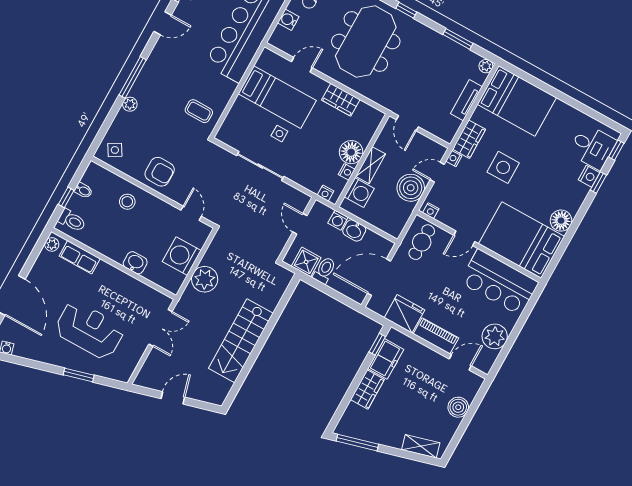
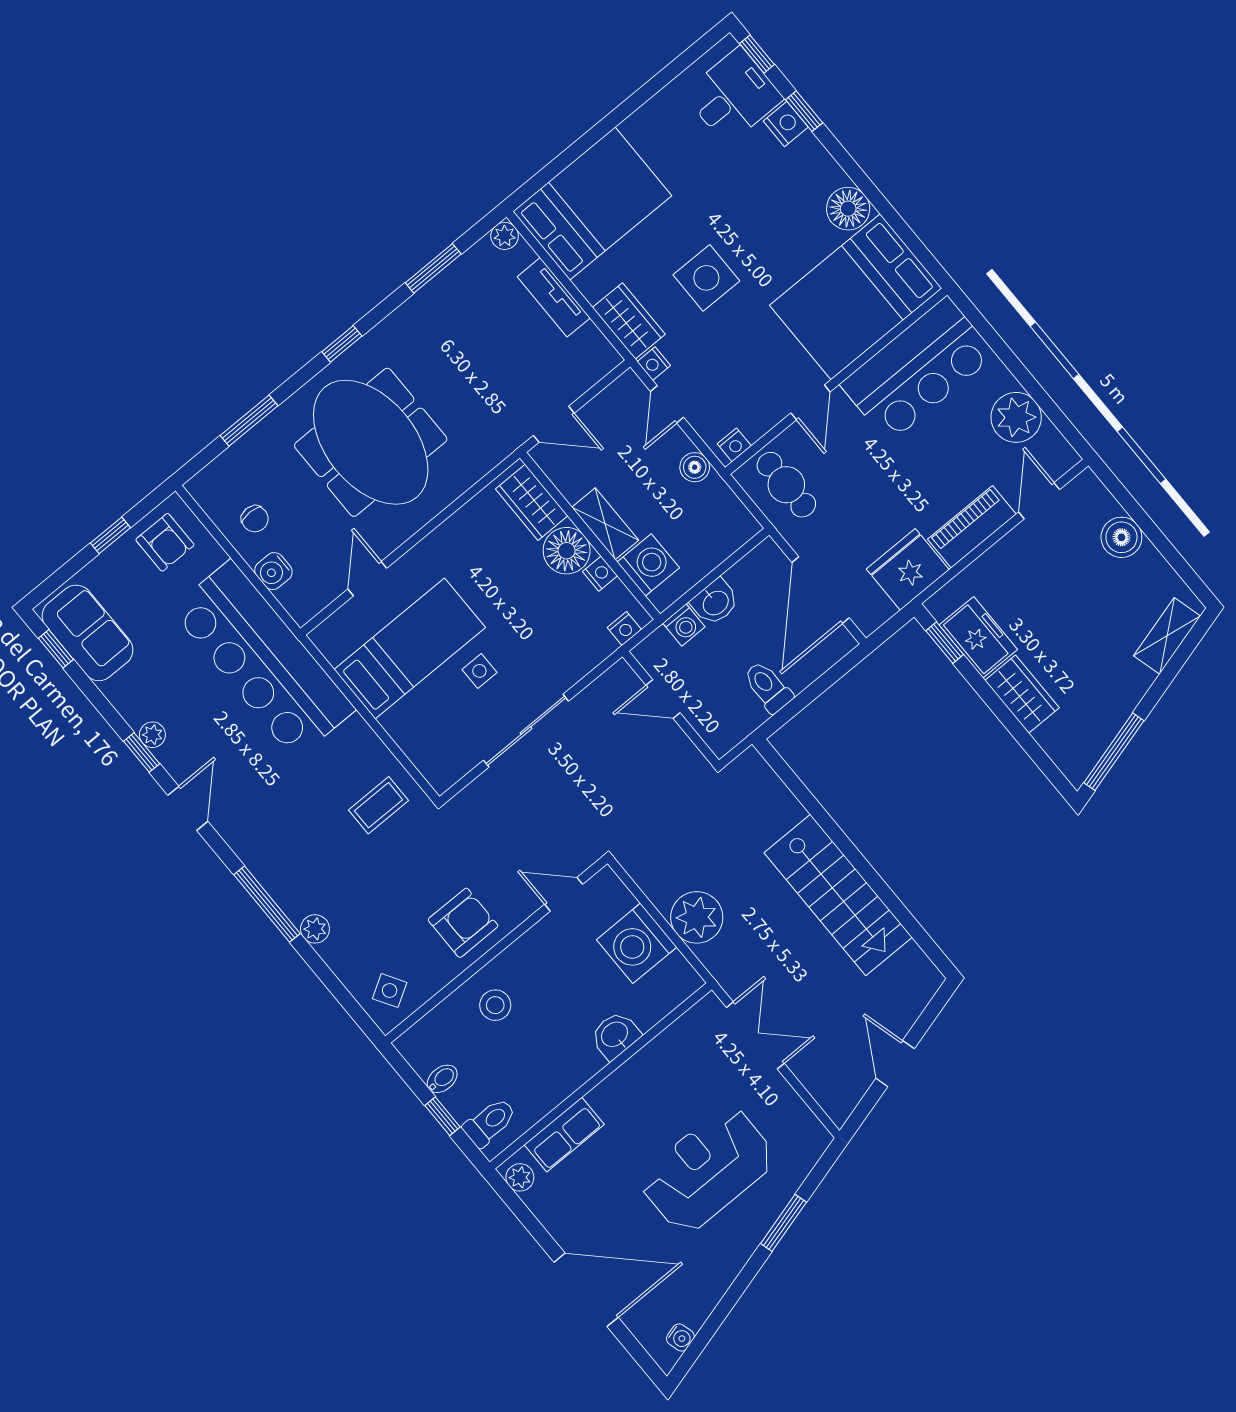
wardrobe: (341, 100) -> (532, 502), moved, turned 90
boiler: (411, 188) -> (695, 467), width x0.54, depth x0.54
shower: (306, 262) -> (739, 715), removed

